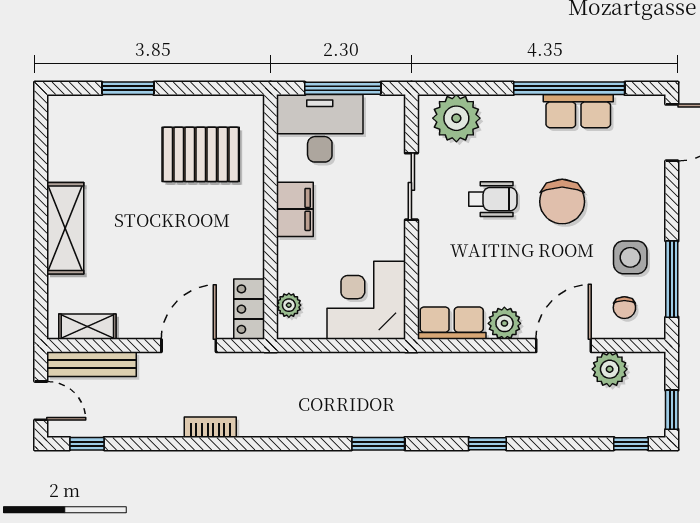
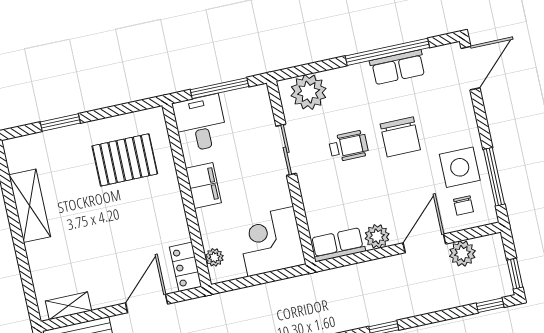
desk: (320, 128) -> (200, 123), width x0.73
shelving: (65, 228) -> (30, 206), moved
side table: (630, 257) -> (460, 167), width x1.37, depth x1.37

